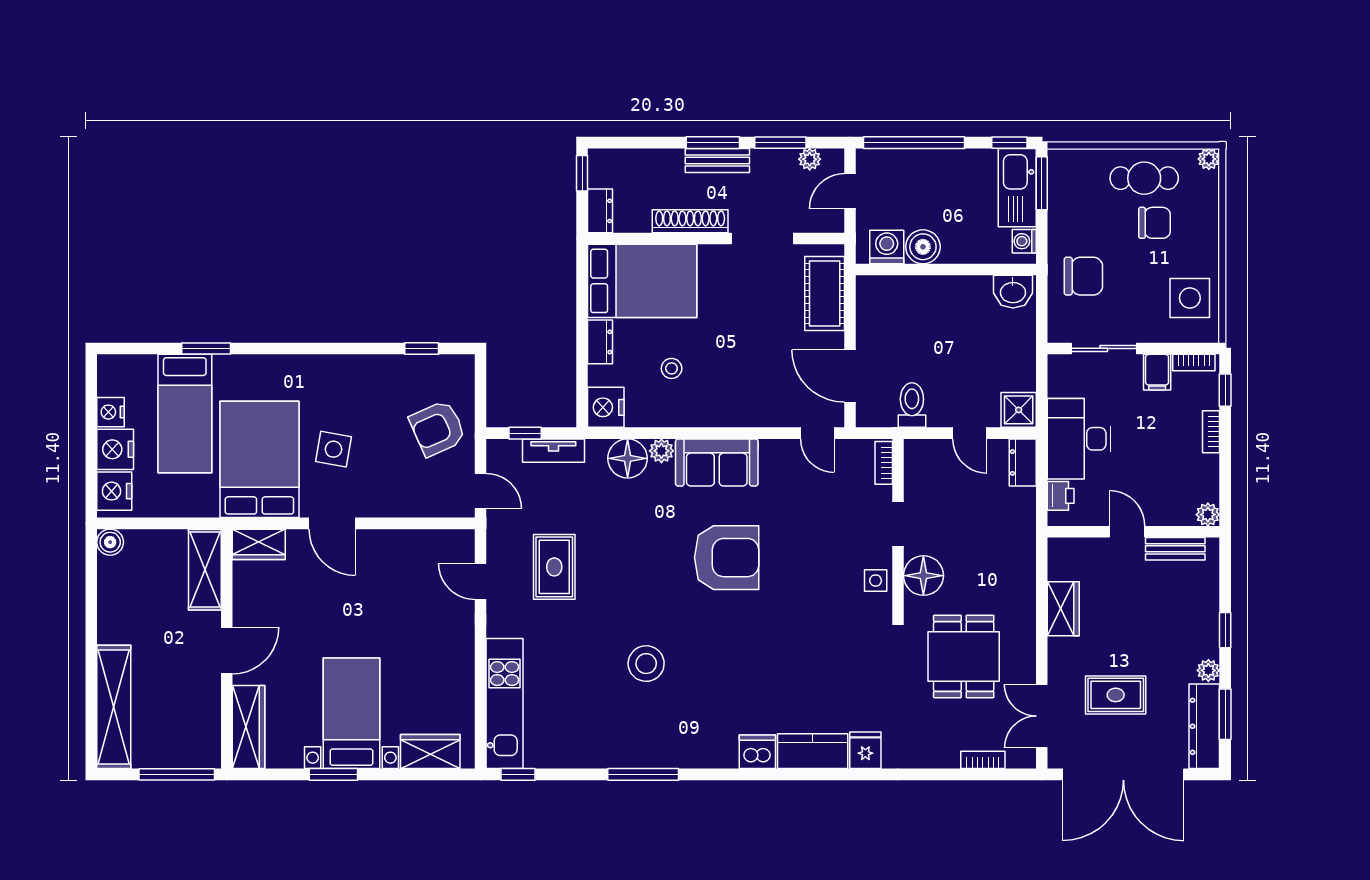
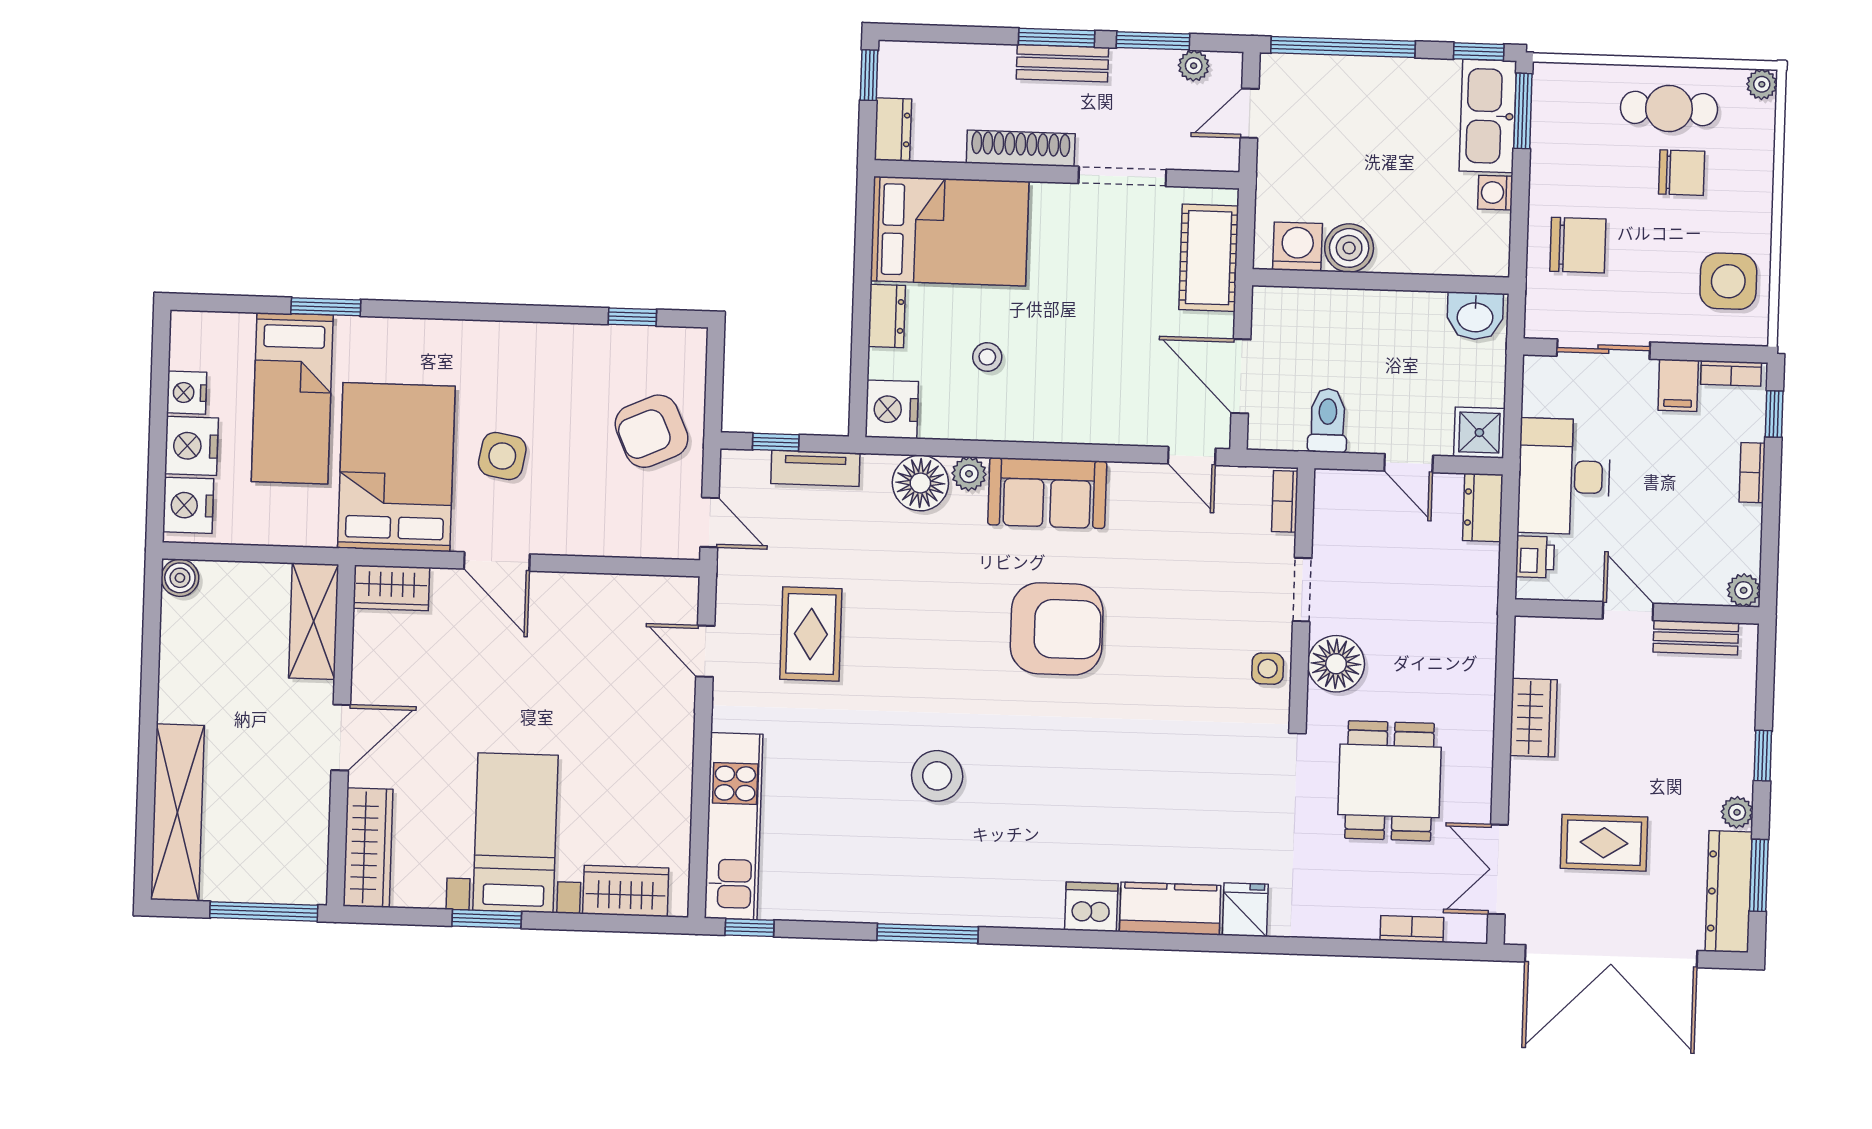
washing machine: (887, 247) -> (1298, 247), moved
boiler: (923, 247) -> (1349, 248), moved
wall: (946, 270) -> (1381, 281), moved
washbasin: (1013, 292) -> (1475, 316), moved

